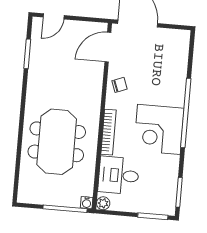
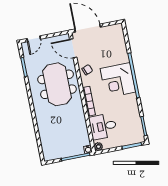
door: (108, 47) -> (73, 48), hinge flipped
corner desk: (159, 129) -> (118, 80), moved
meeting table: (57, 142) -> (57, 84), moved

